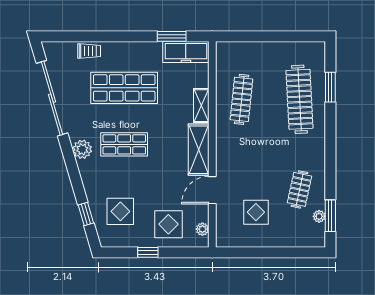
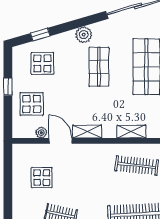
plant: (82, 149) -> (84, 35), moved
shelving: (199, 150) -> (87, 132), width x0.67, depth x0.75
plant: (202, 229) -> (41, 133), moved

